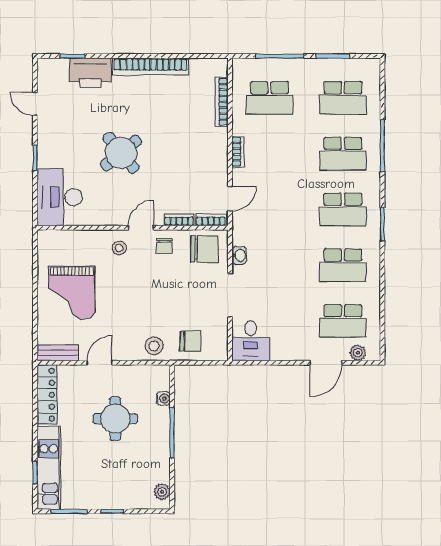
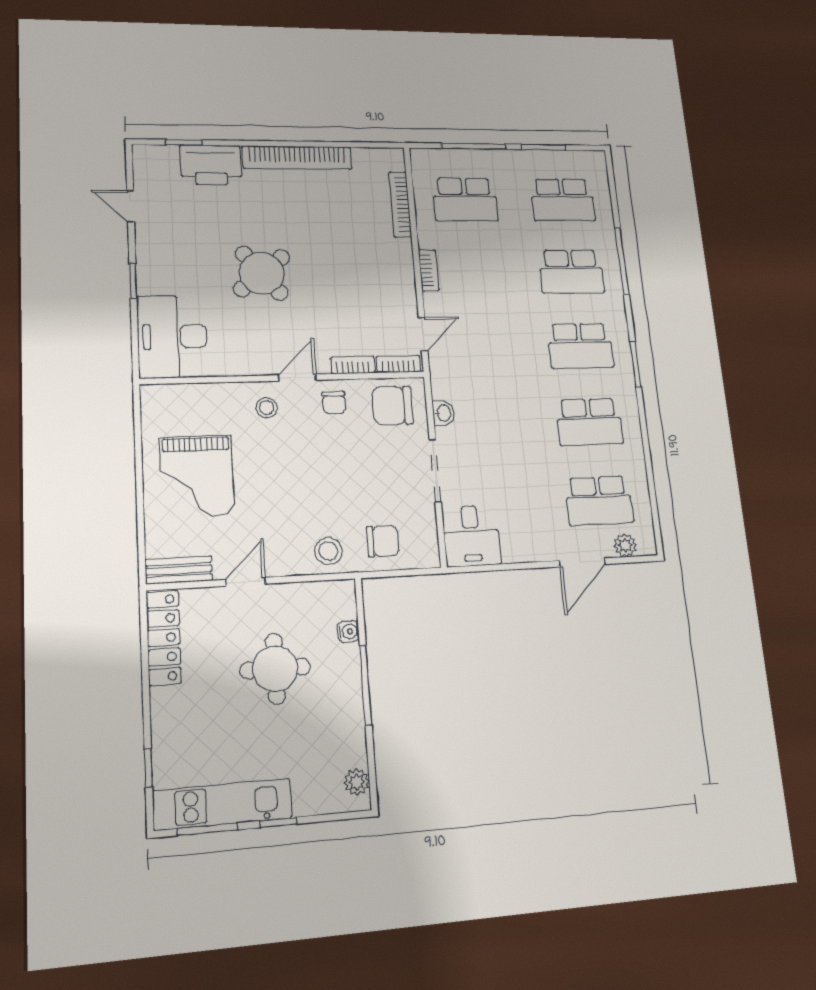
chair: (204, 249) -> (392, 406), turned 180
kitchen unit: (49, 468) -> (223, 804), moved, turned -90

